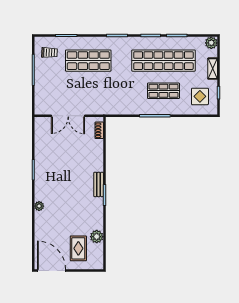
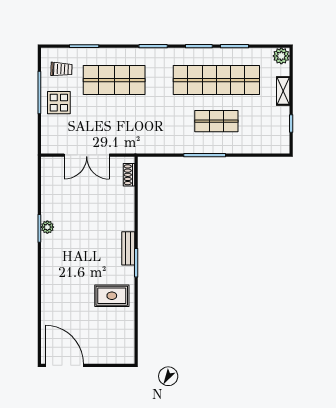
display table: (200, 96) -> (59, 103), moved
plant: (39, 206) -> (47, 227), moved
plant: (97, 237) -> (126, 319), removed
rug: (78, 248) -> (112, 296), moved, turned 90

